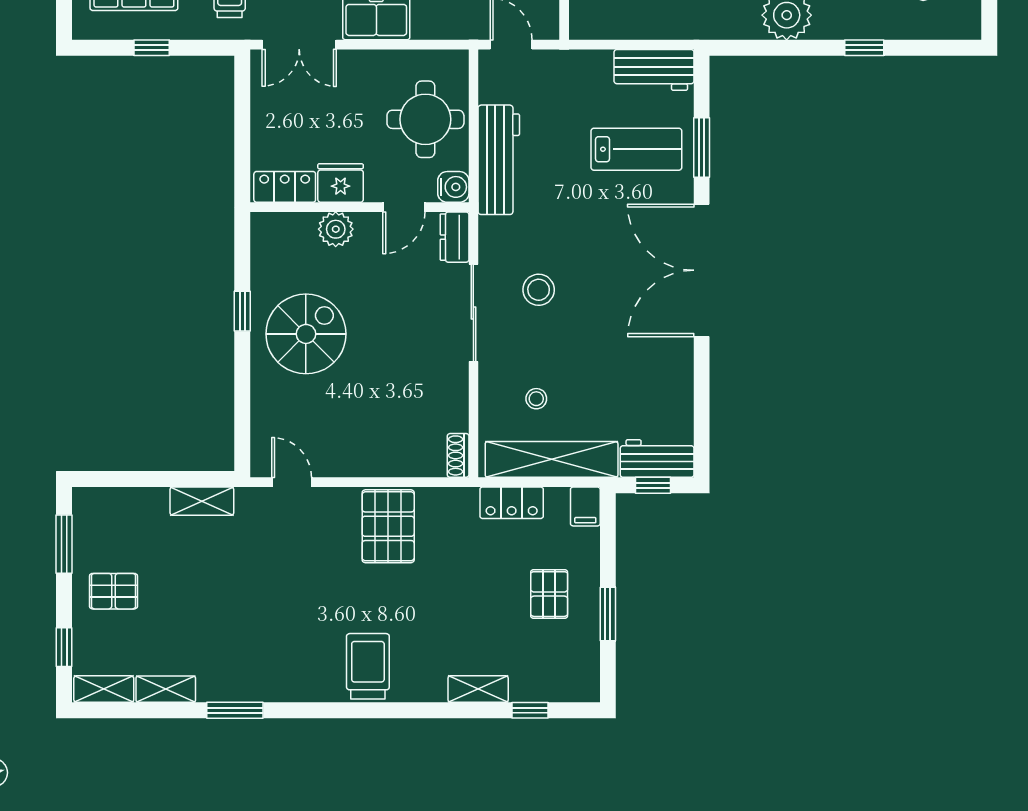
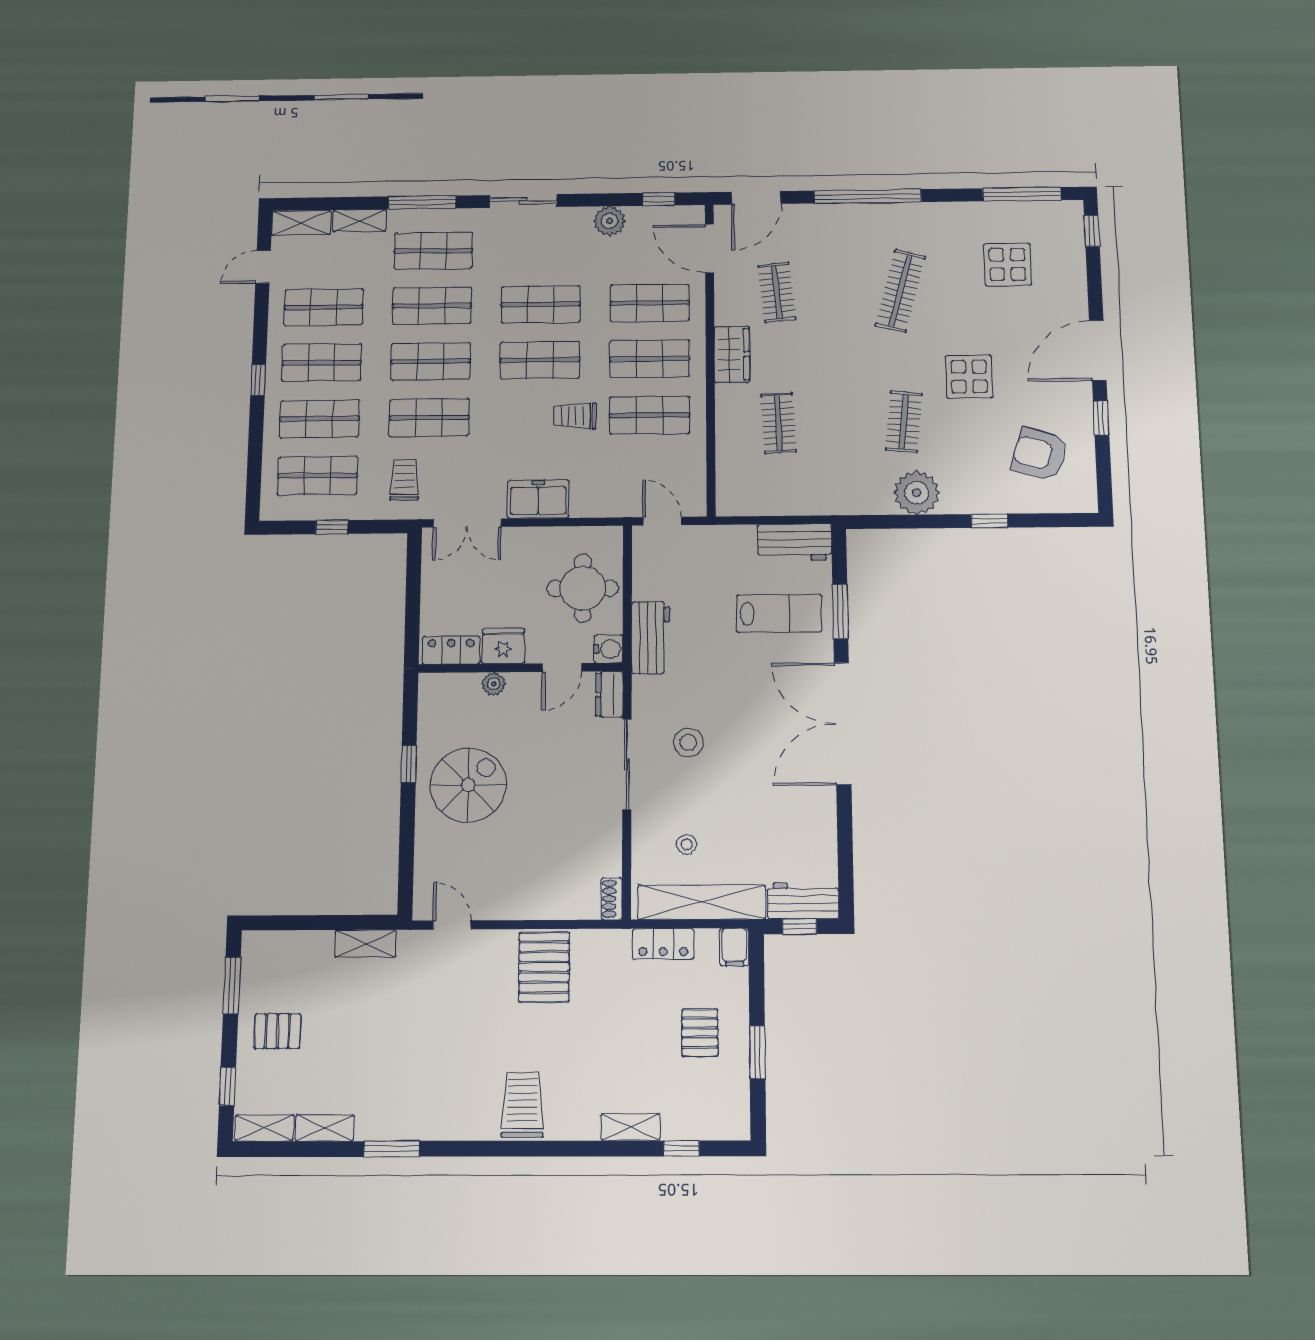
workbench: (499, 160) -> (651, 638), width x0.73
plant: (336, 229) -> (494, 684), width x0.73, depth x0.73

